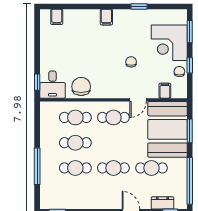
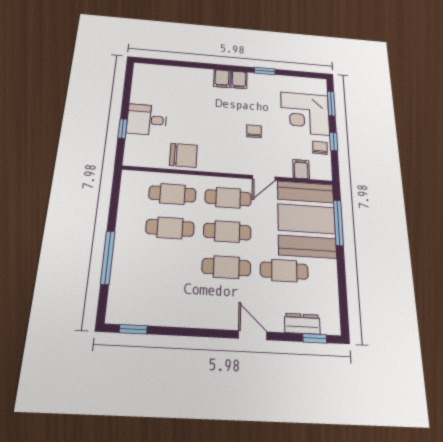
filing cabinet: (57, 17) -> (239, 80), moved
window: (37, 82) -> (123, 129), moved
desk: (52, 85) -> (147, 120), moved, turned 90
chair: (81, 86) -> (183, 155), turned 90
window: (190, 131) -> (338, 223), width x1.44
cafe table: (75, 168) -> (227, 232), moved
window: (190, 181) -> (343, 293), removed

